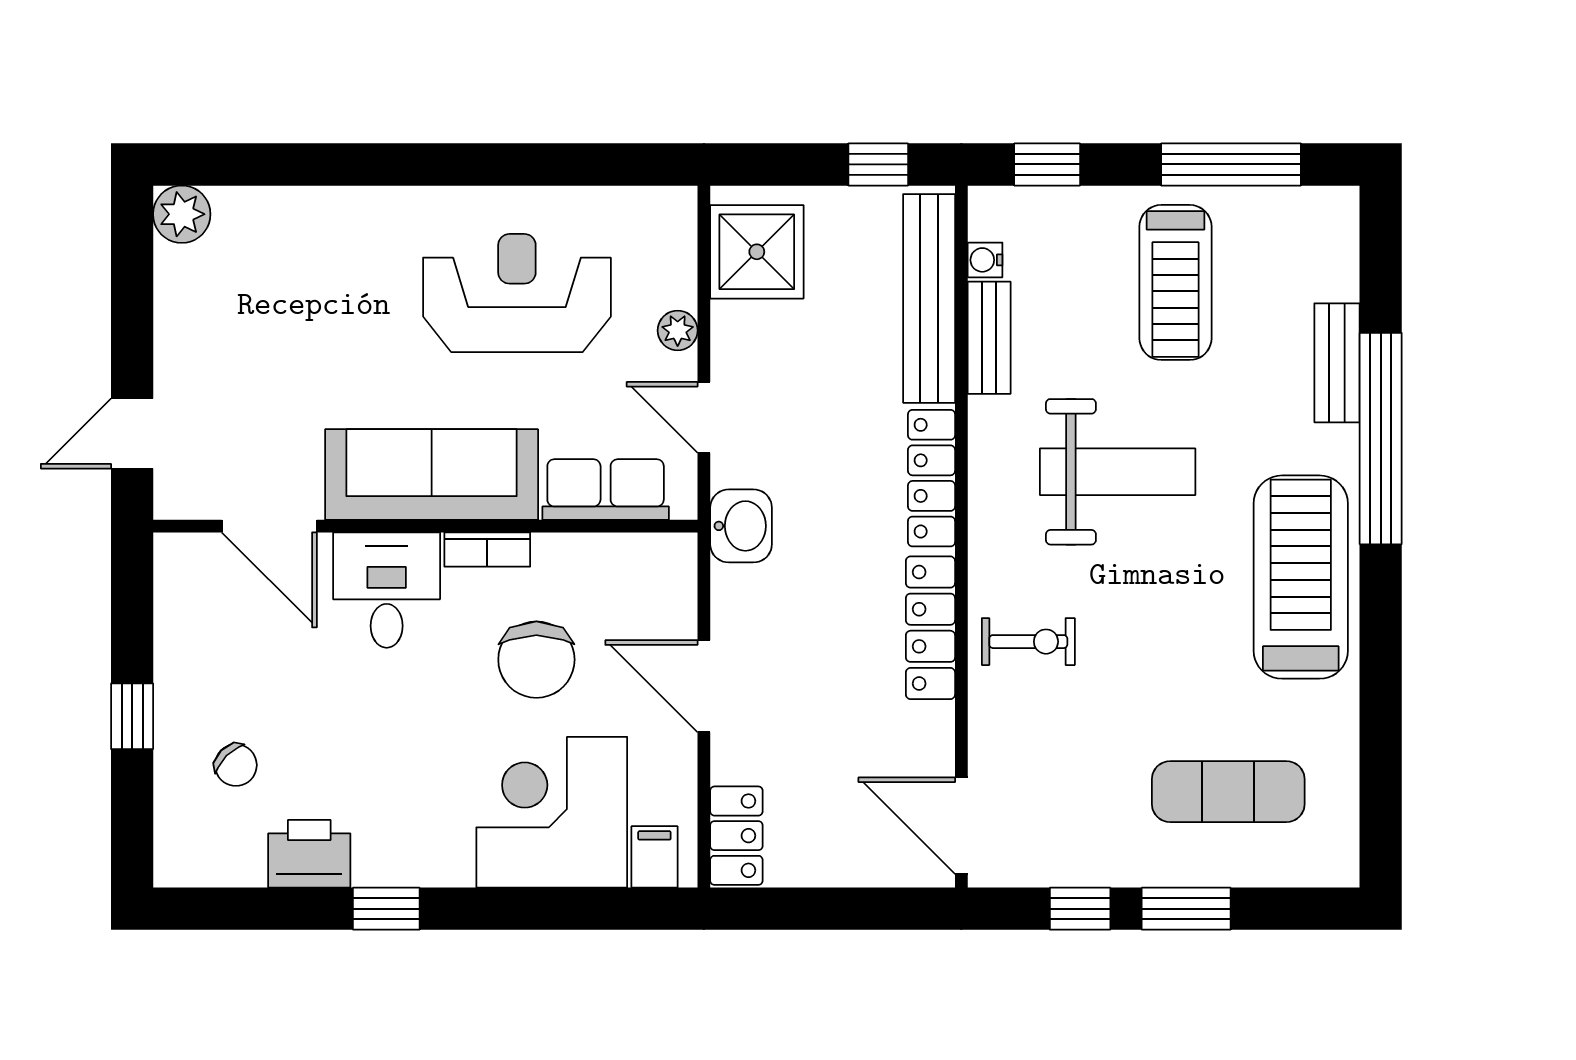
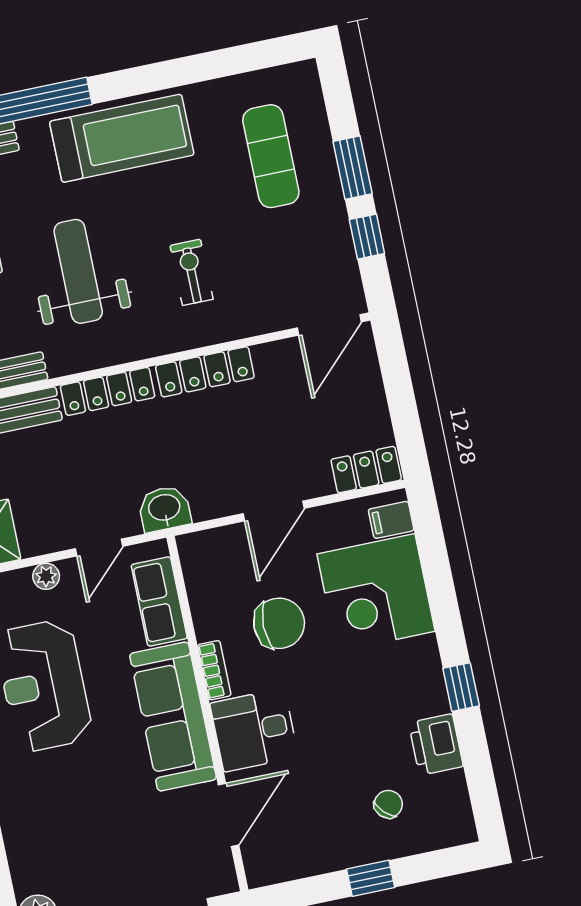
treadmill: (1301, 577) -> (122, 138), turned 180
exercise bike: (1028, 642) -> (191, 272), moved

